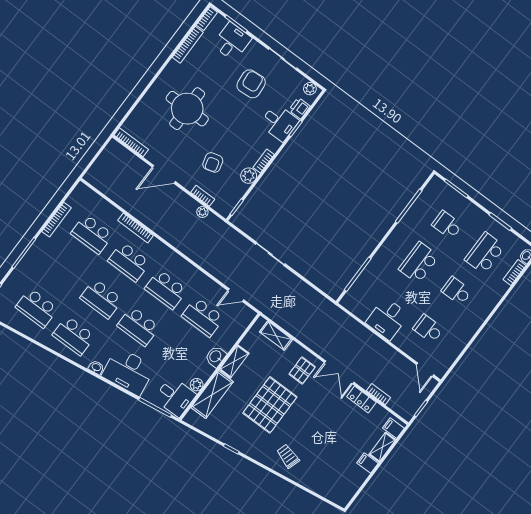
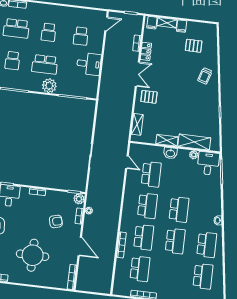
plant: (249, 176) -> (79, 199), moved
plant: (389, 253) -> (49, 86), added
desk: (128, 371) -> (209, 200), removed
pallet: (270, 405) -> (194, 46), moved, width x0.49, depth x0.50

